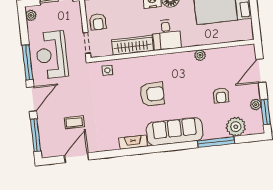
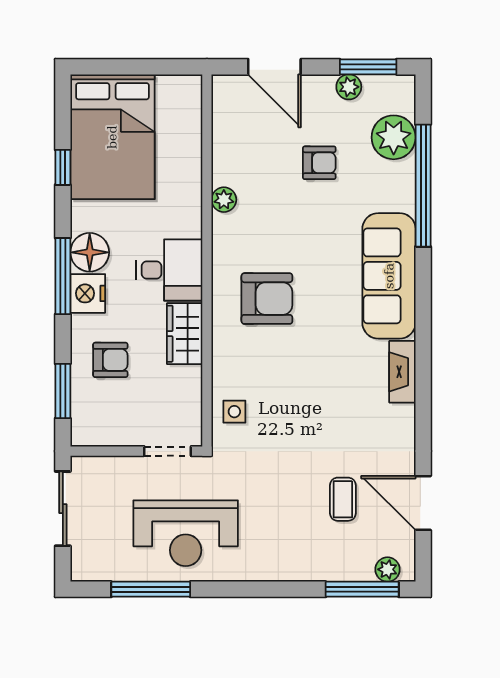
plant: (31, 15) -> (387, 569), moved
armchair: (98, 22) -> (110, 360), moved
wardrobe: (132, 45) -> (185, 334), width x0.67
window: (27, 62) -> (151, 589), moved
armchair: (152, 94) -> (267, 299), moved, turned 90
door: (32, 99) -> (280, 589), removed
window: (216, 142) -> (423, 186), width x1.46

